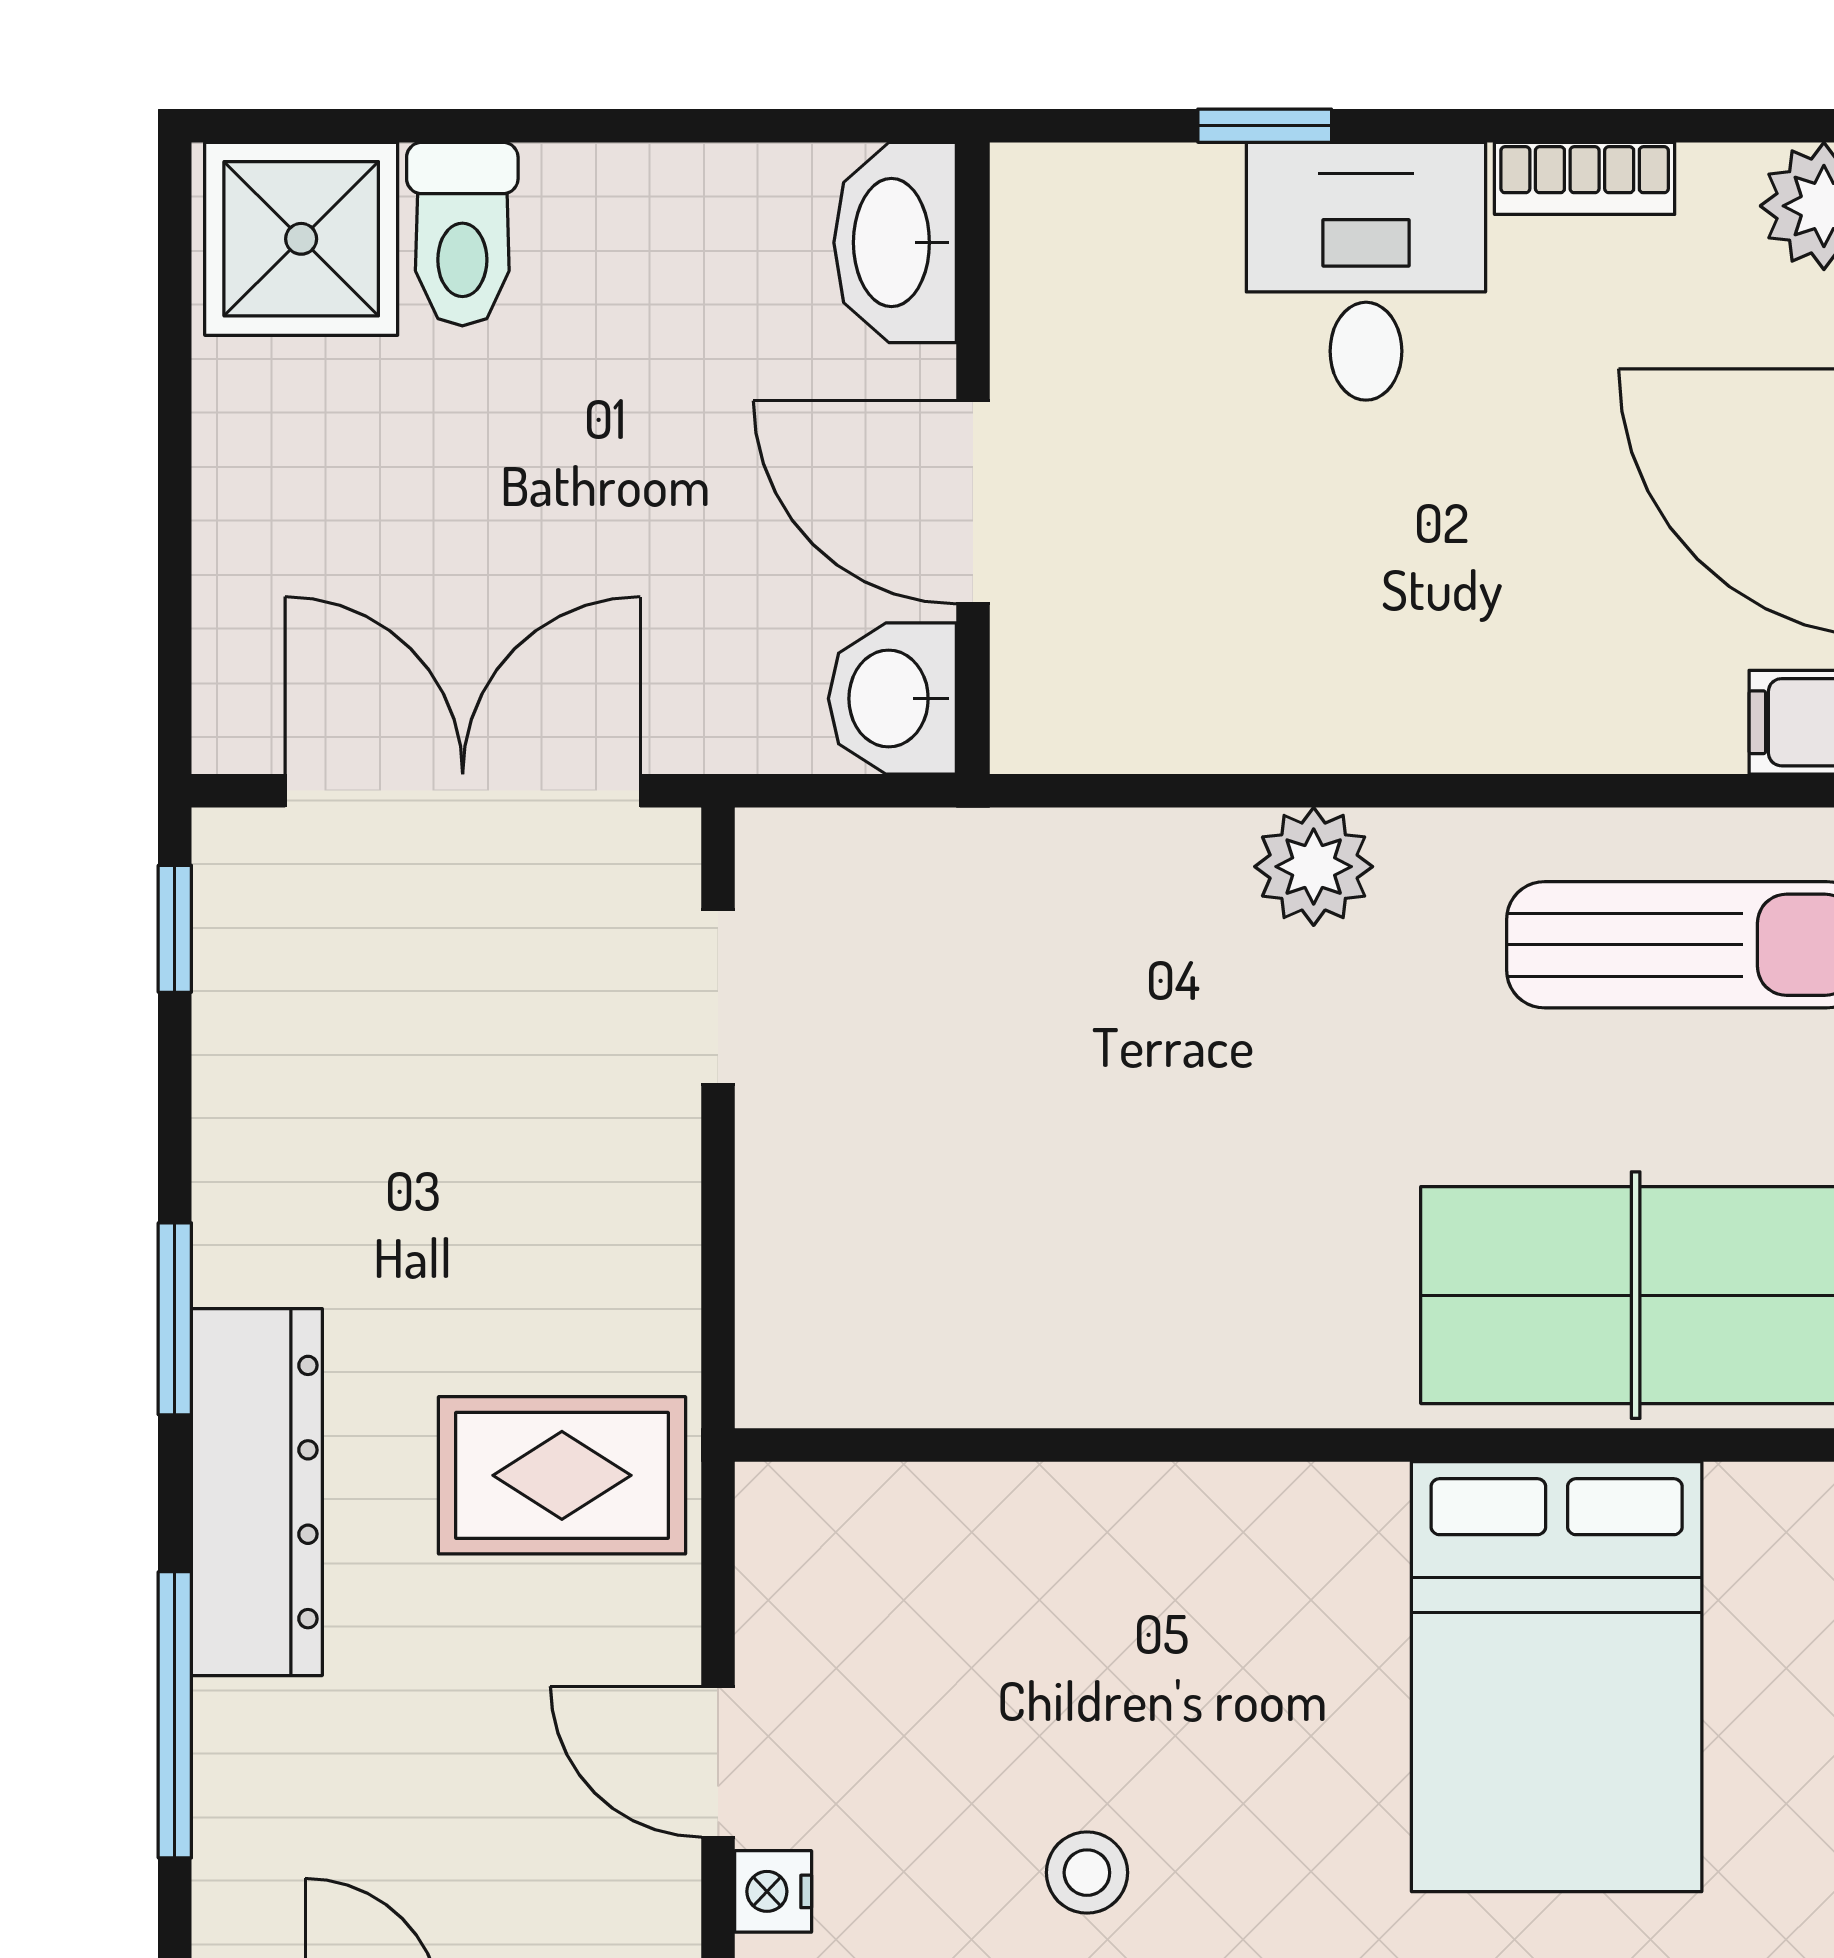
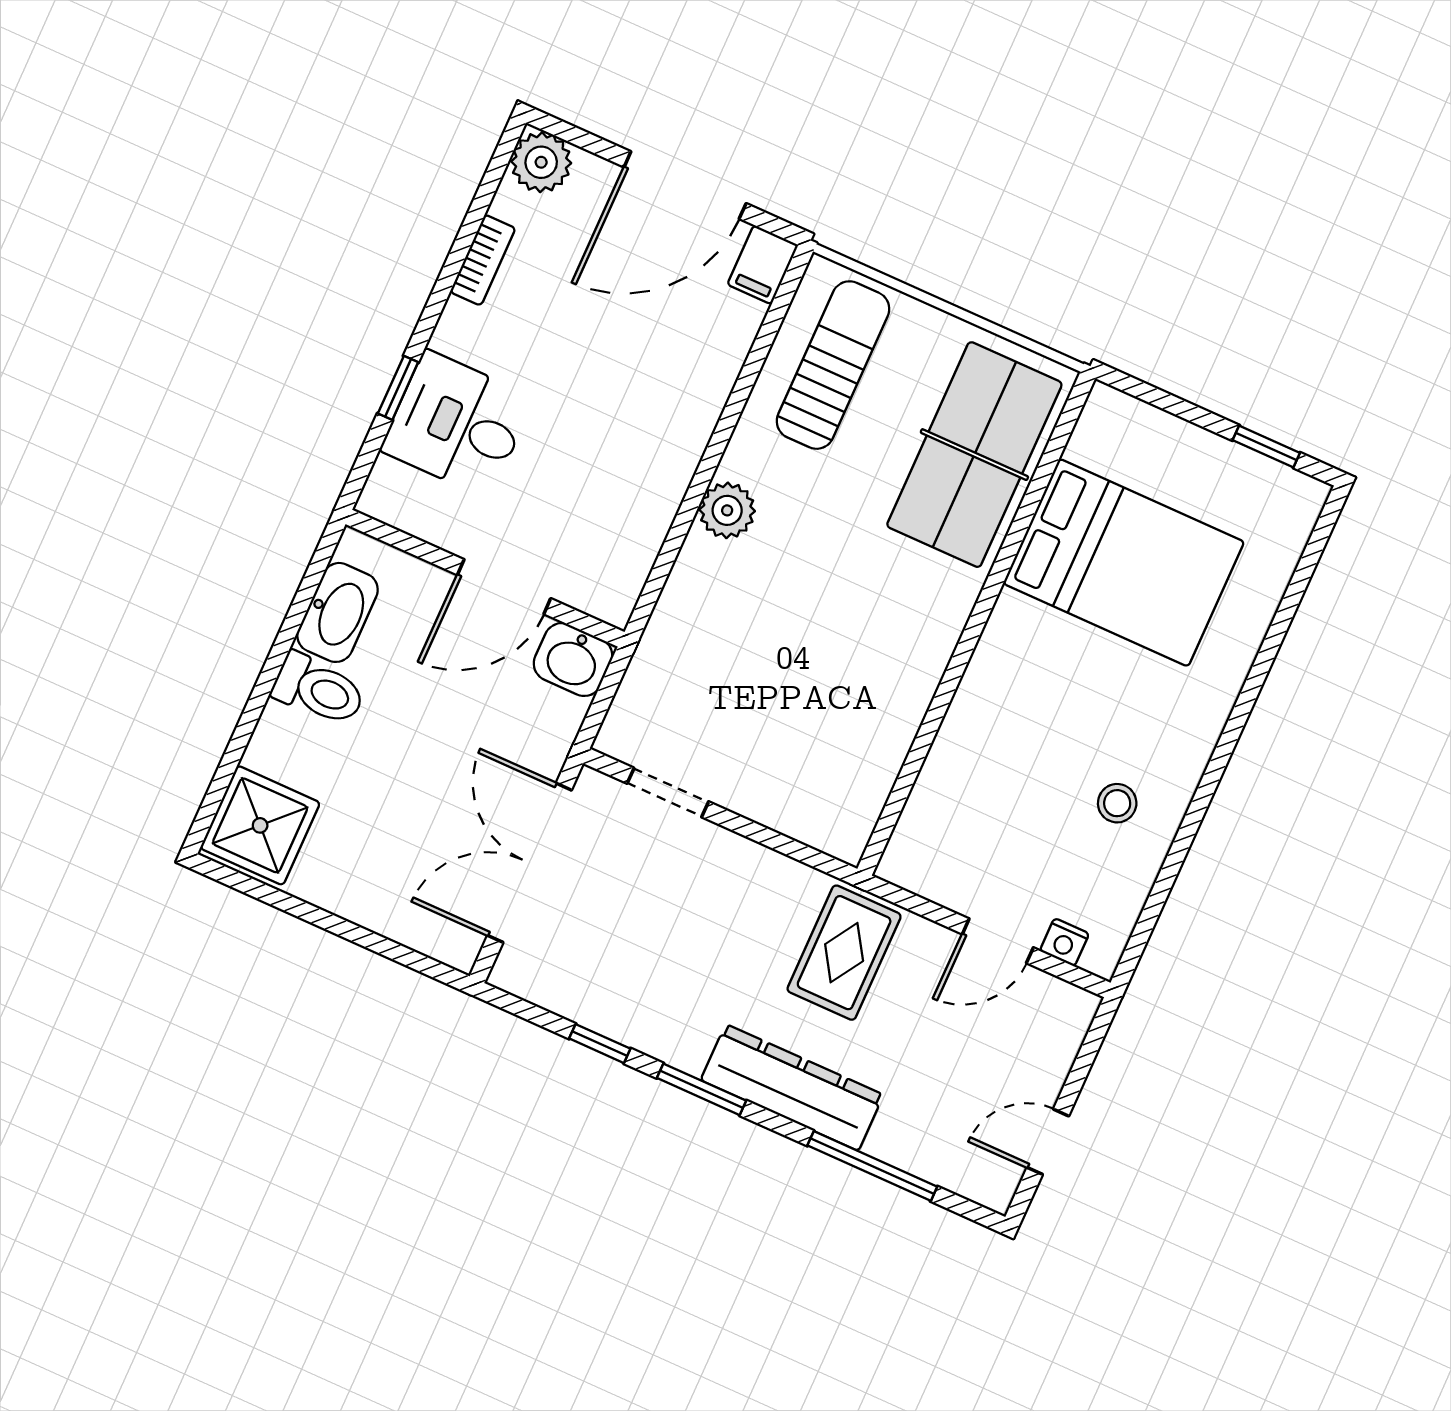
toilet: (462, 234) -> (319, 690), moved
washbasin: (895, 243) -> (337, 612), moved, turned -90
desk: (1366, 271) -> (457, 424), moved
window: (175, 929) -> (600, 1044), moved

